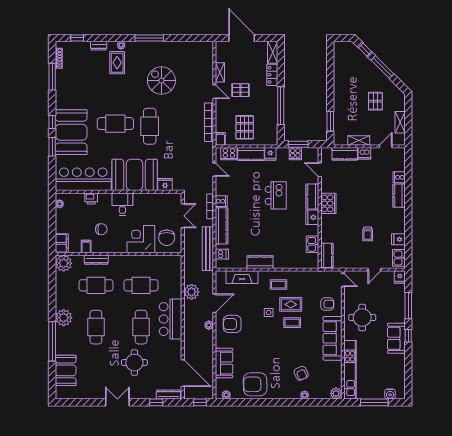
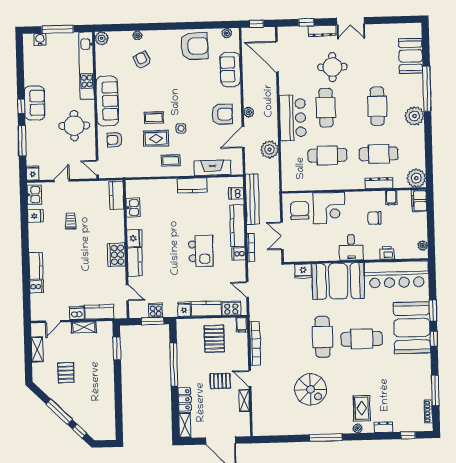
kitchen island: (276, 195) -> (201, 251), moved, turned 180
dresser: (168, 395) -> (322, 31), moved

